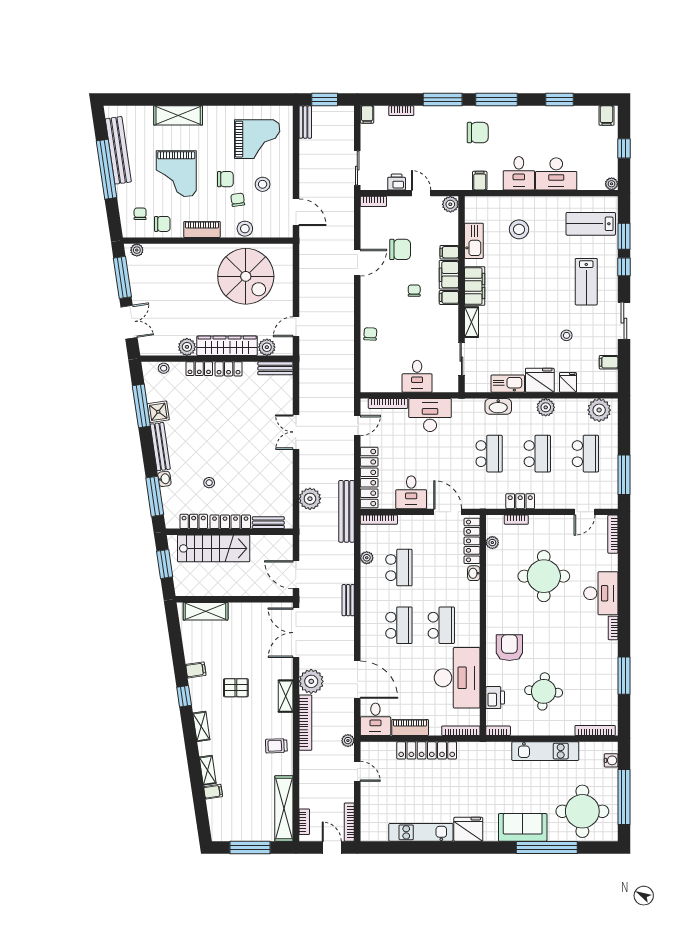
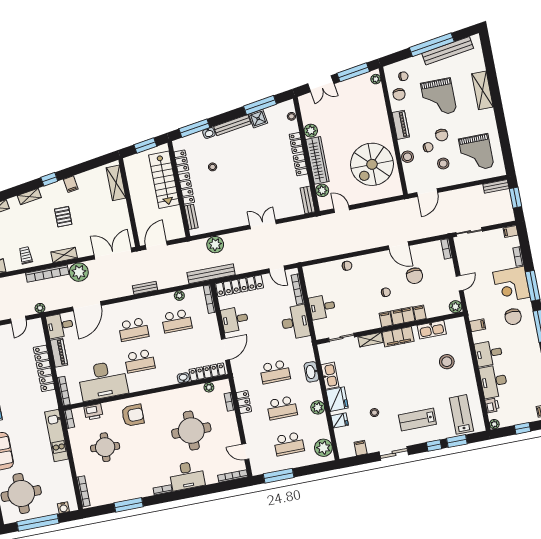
corner desk: (436, 127) -> (511, 285), added
grand piano: (176, 174) -> (439, 97), turned -90
printer: (397, 182) -> (492, 405), moved
kitchen unit: (545, 751) -> (57, 436), moved

